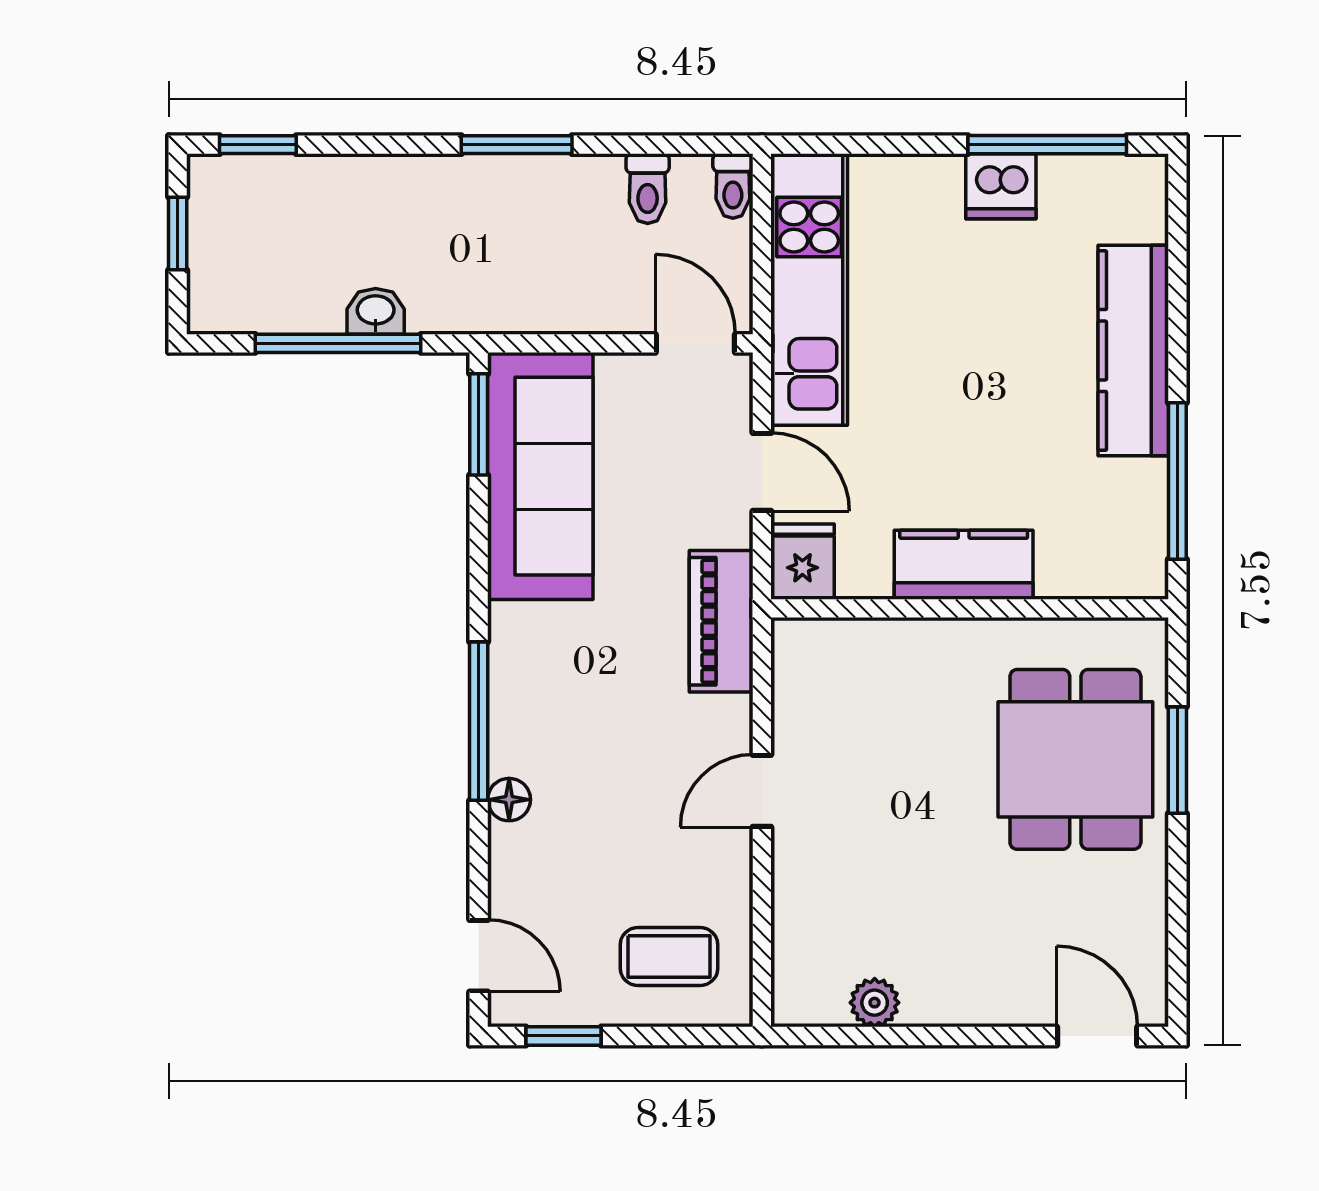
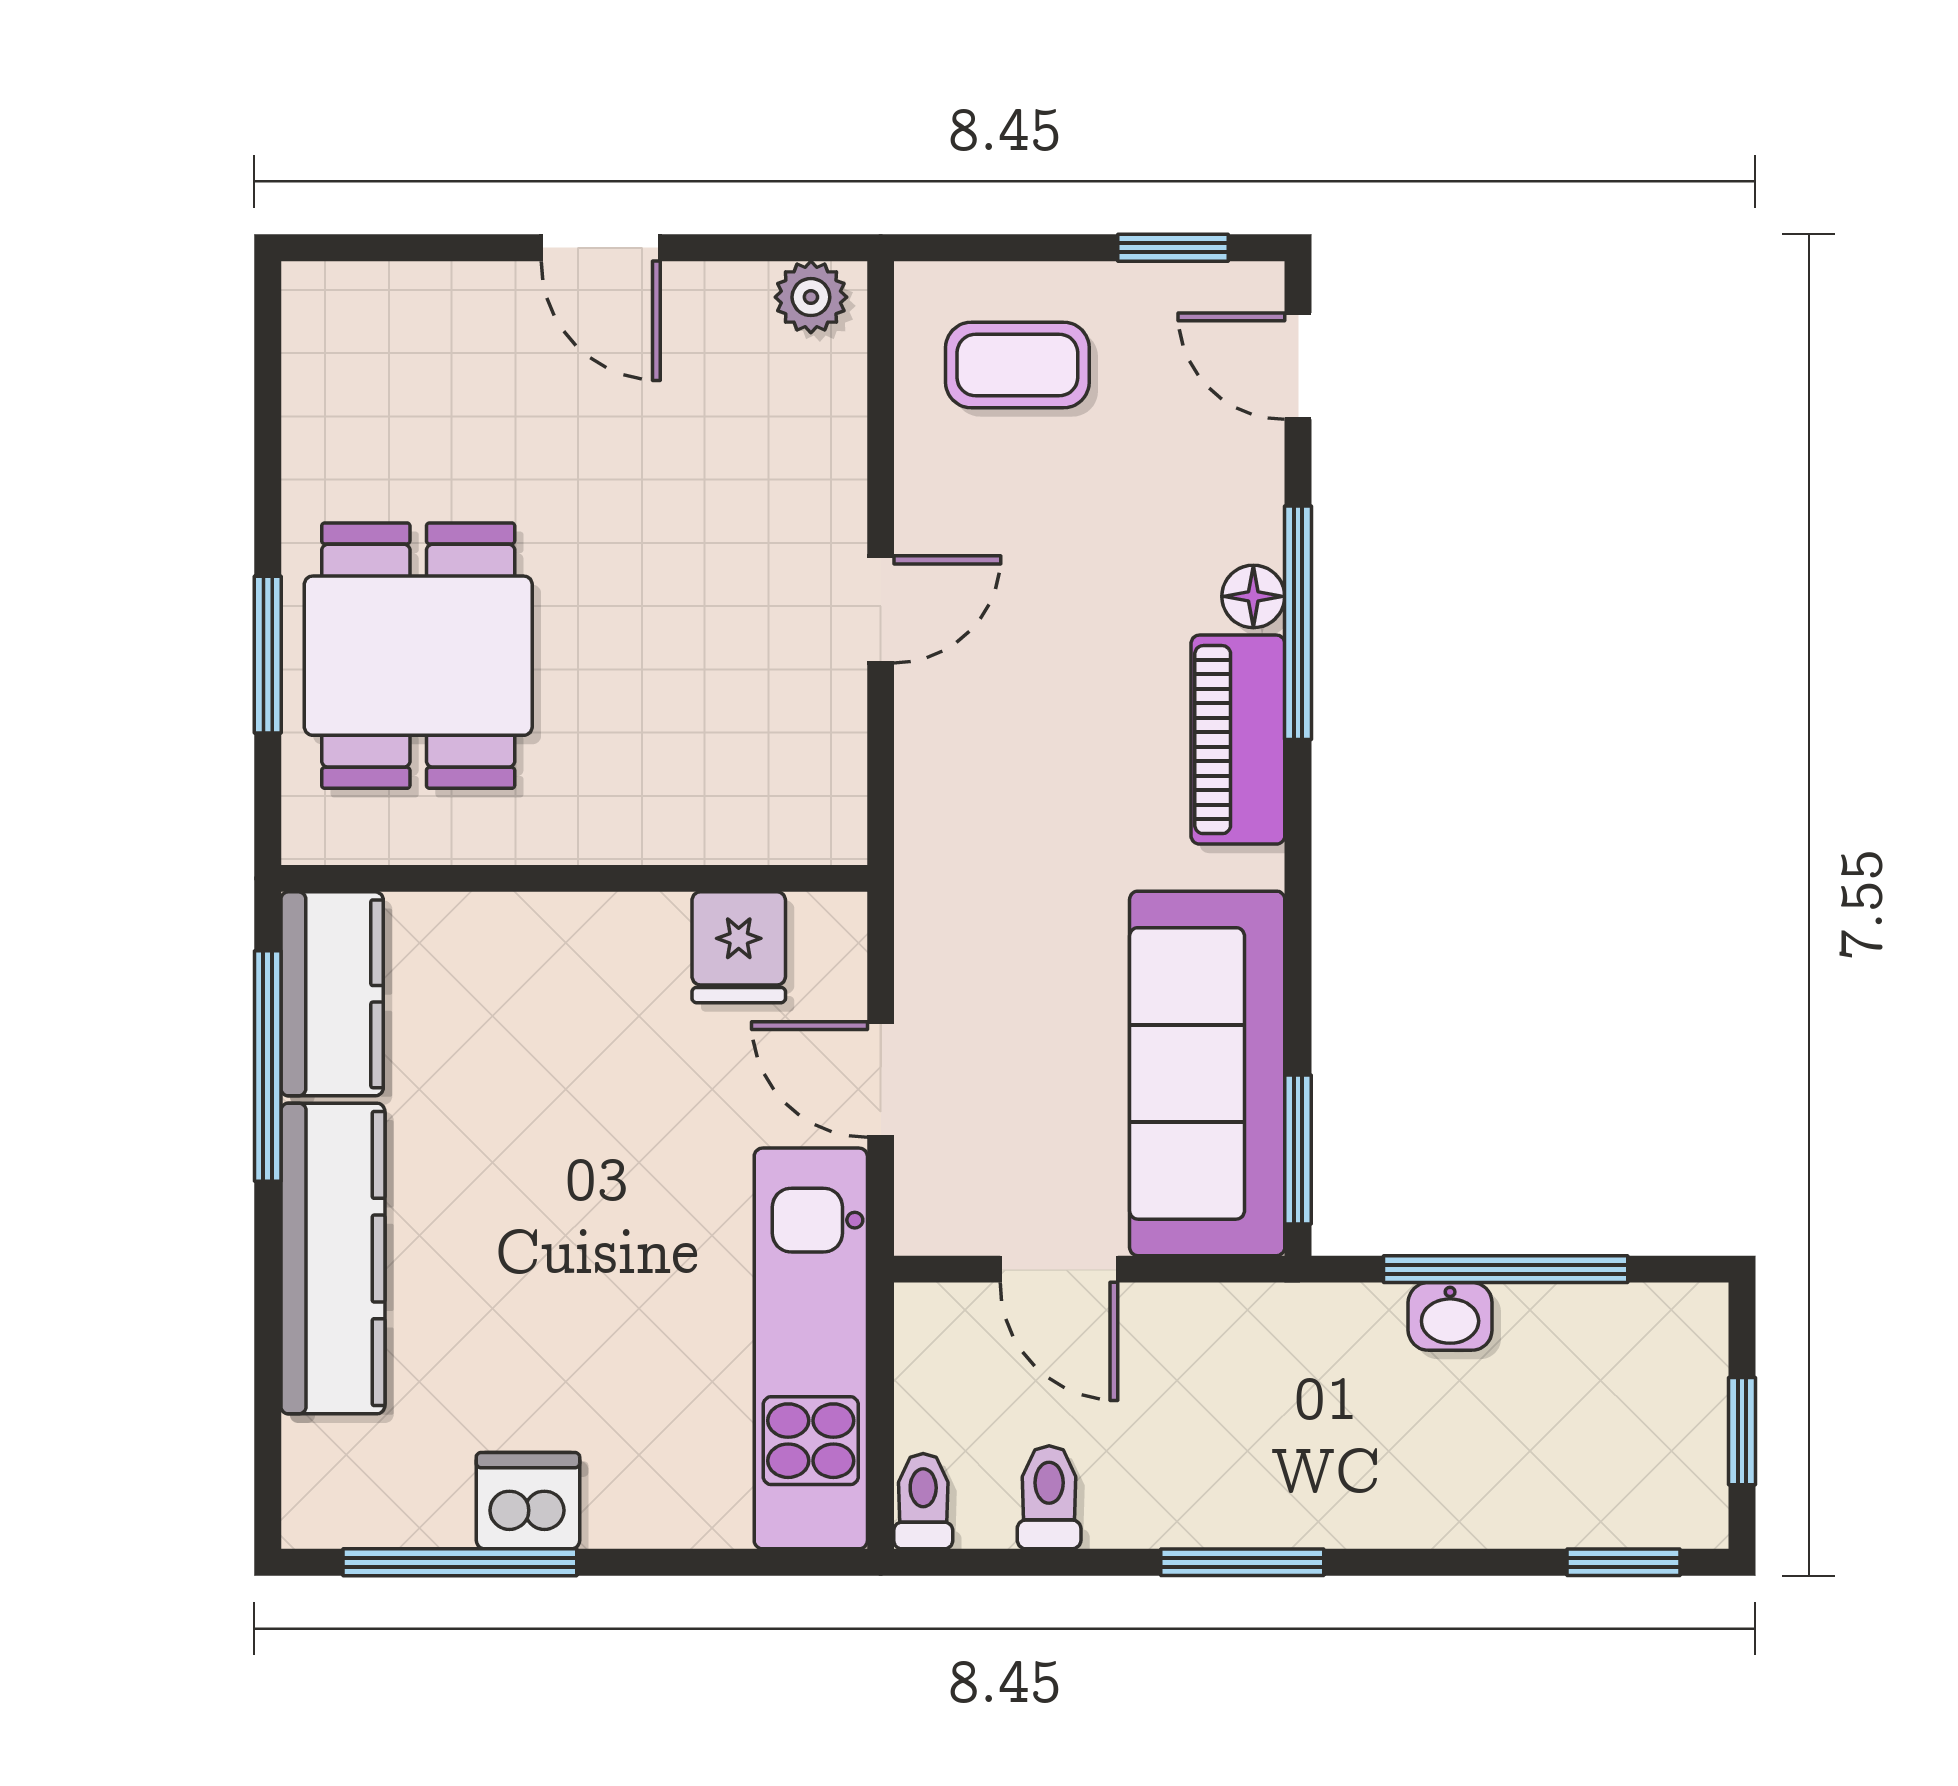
door: (695, 343) -> (1059, 1269), moved
fridge: (802, 562) -> (739, 947), moved
kitchen counter: (964, 565) -> (332, 994), moved, turned -90
piano: (721, 621) -> (1238, 740), moved, turned 180
window: (479, 721) -> (1298, 623), moved
plant: (875, 1003) -> (811, 297), moved
door: (1097, 1036) -> (601, 248), moved

